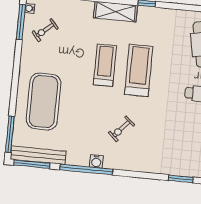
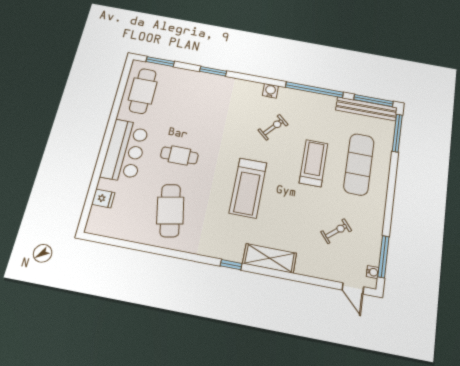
exercise bike: (45, 30) -> (336, 231), moved
treadmill: (105, 65) -> (314, 163), moved, turned 180
exercise mat: (44, 101) -> (359, 164), width x0.68
water cooler: (96, 161) -> (270, 91), moved

